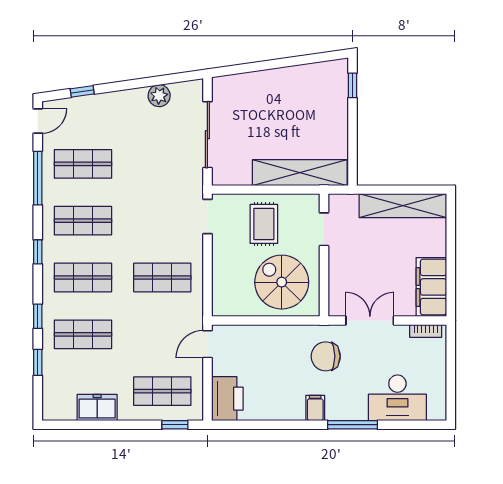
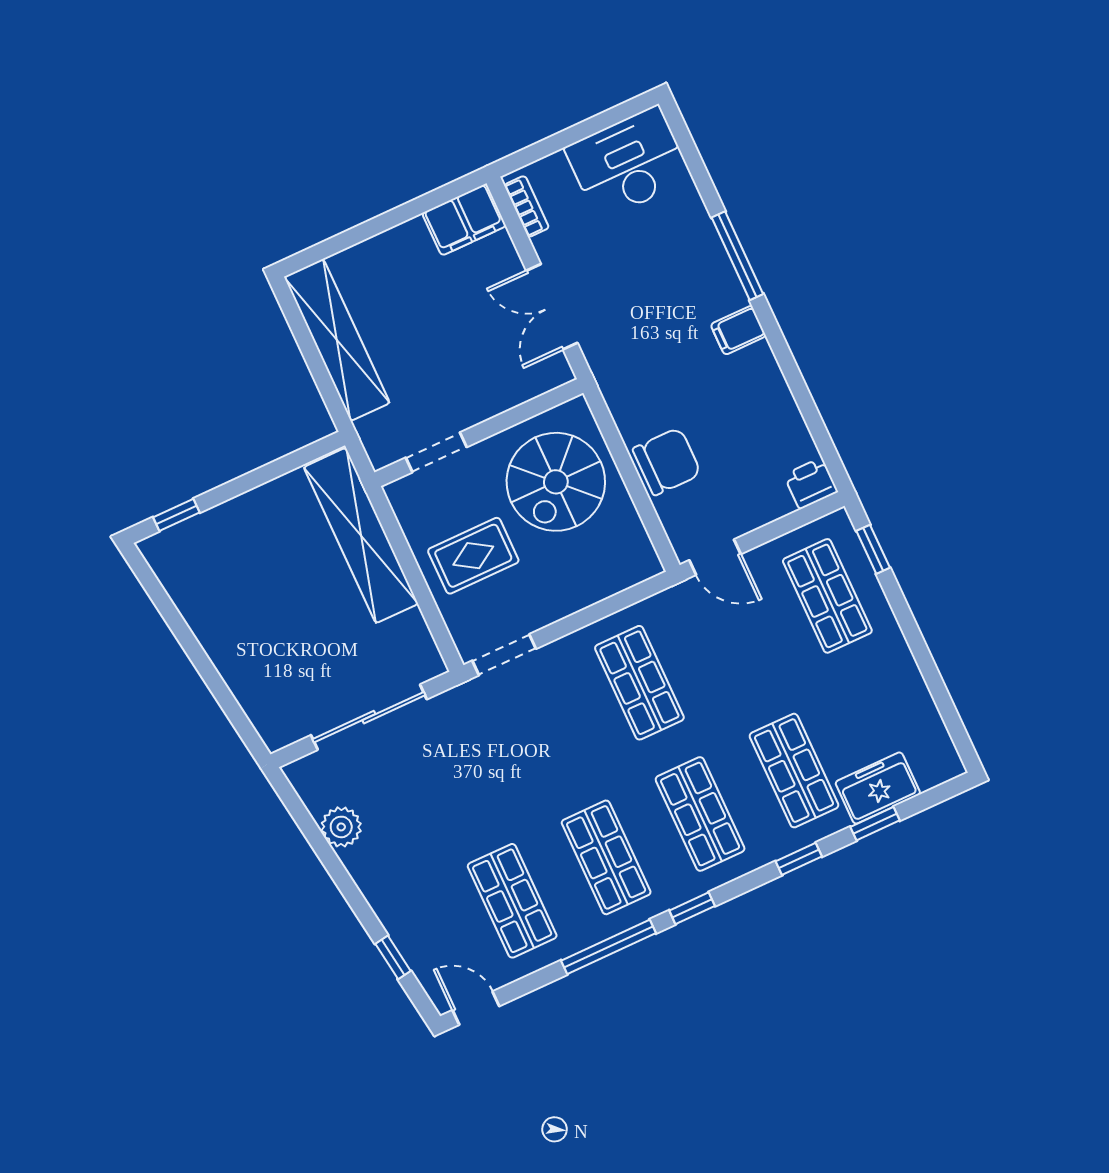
window: (38, 178) -> (609, 947), moved
filing cabinet: (431, 287) -> (464, 220), width x0.67, depth x0.86
chair: (326, 356) -> (667, 461), moved, turned -90
desk: (397, 398) -> (628, 163), moved, turned -90
printer: (227, 399) -> (811, 483), width x0.53, depth x0.68
freezer: (97, 408) -> (878, 788), moved, turned 90

